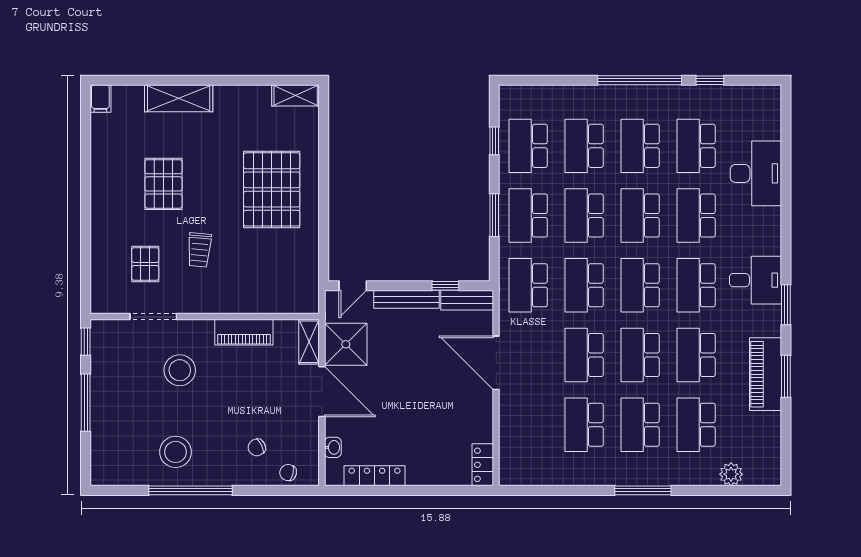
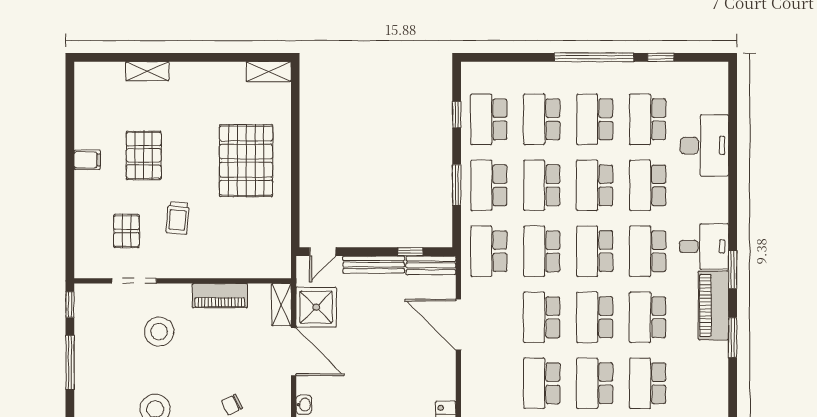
shelving: (179, 98) -> (147, 71), width x0.67, depth x0.75
filing cabinet: (100, 99) -> (87, 160), moved, turned -90
piano: (766, 374) -> (713, 305), moved

